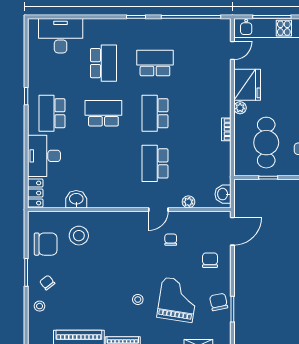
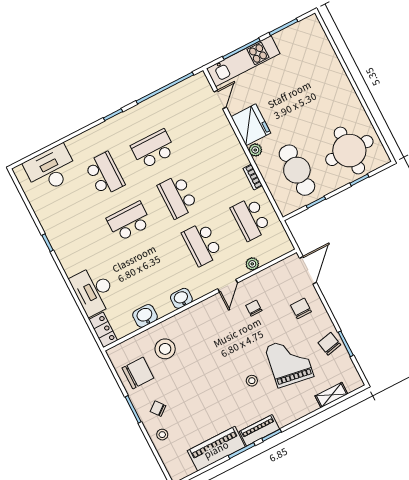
school desk: (52, 113) -> (251, 219), moved
washbasin: (223, 194) -> (181, 298), moved, turned 90

